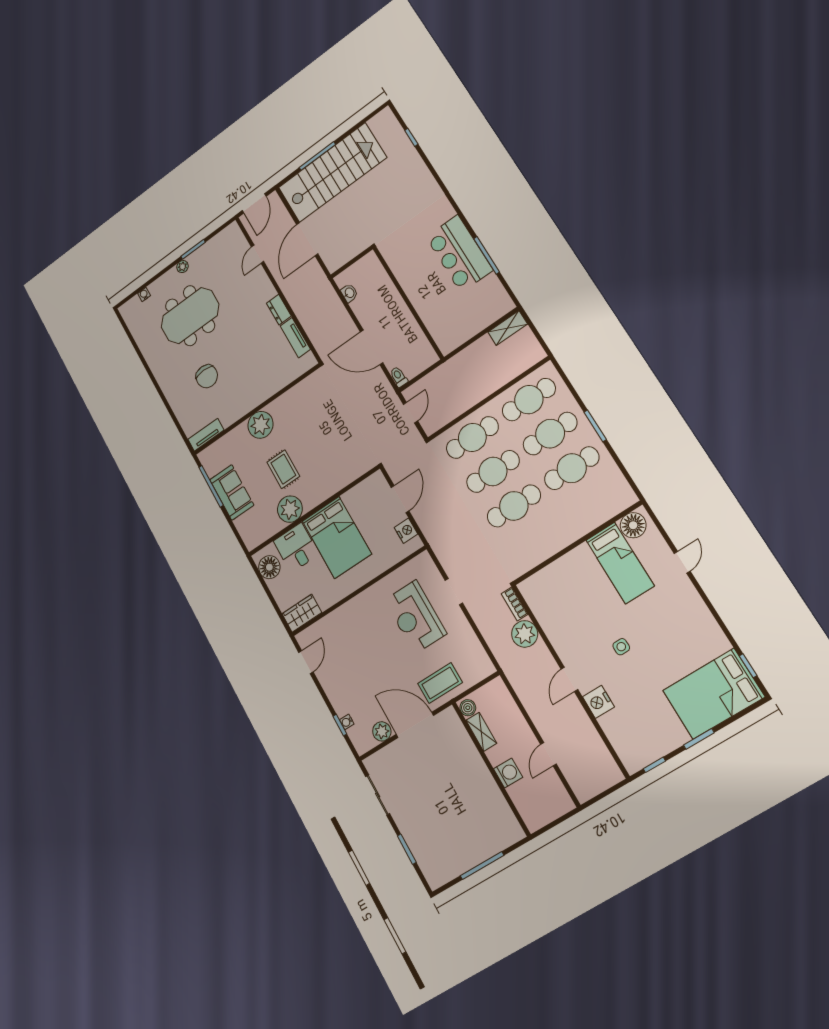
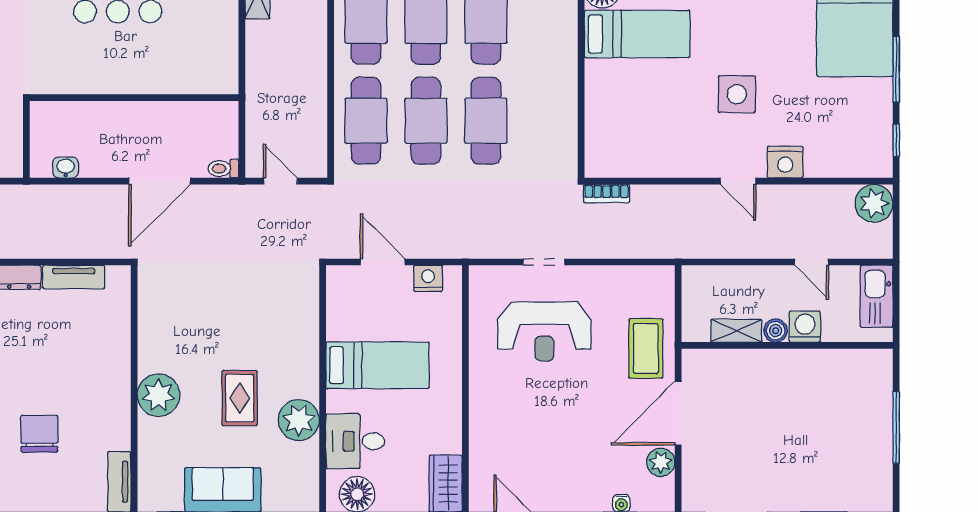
chair: (207, 376) -> (39, 434), turned -90
rug: (283, 469) -> (240, 398), turned 90
bed: (337, 537) -> (377, 365), width x0.67
plant: (525, 634) -> (874, 203), moved
side table: (621, 647) -> (737, 94), width x1.87, depth x1.87
boiler: (468, 708) -> (776, 331), moved
window: (699, 739) -> (896, 69), width x1.44
kitchen sink: (552, 808) -> (877, 296), added

